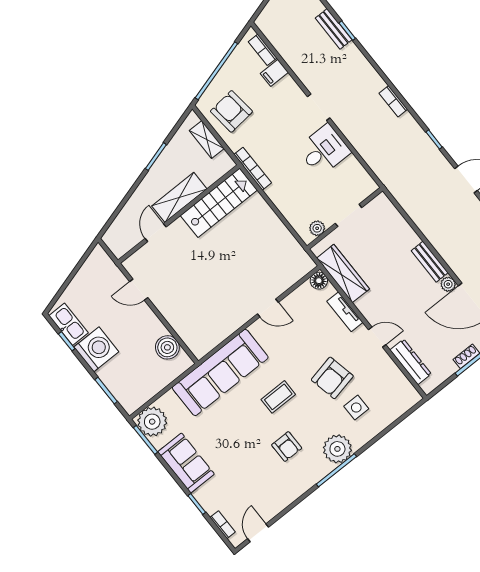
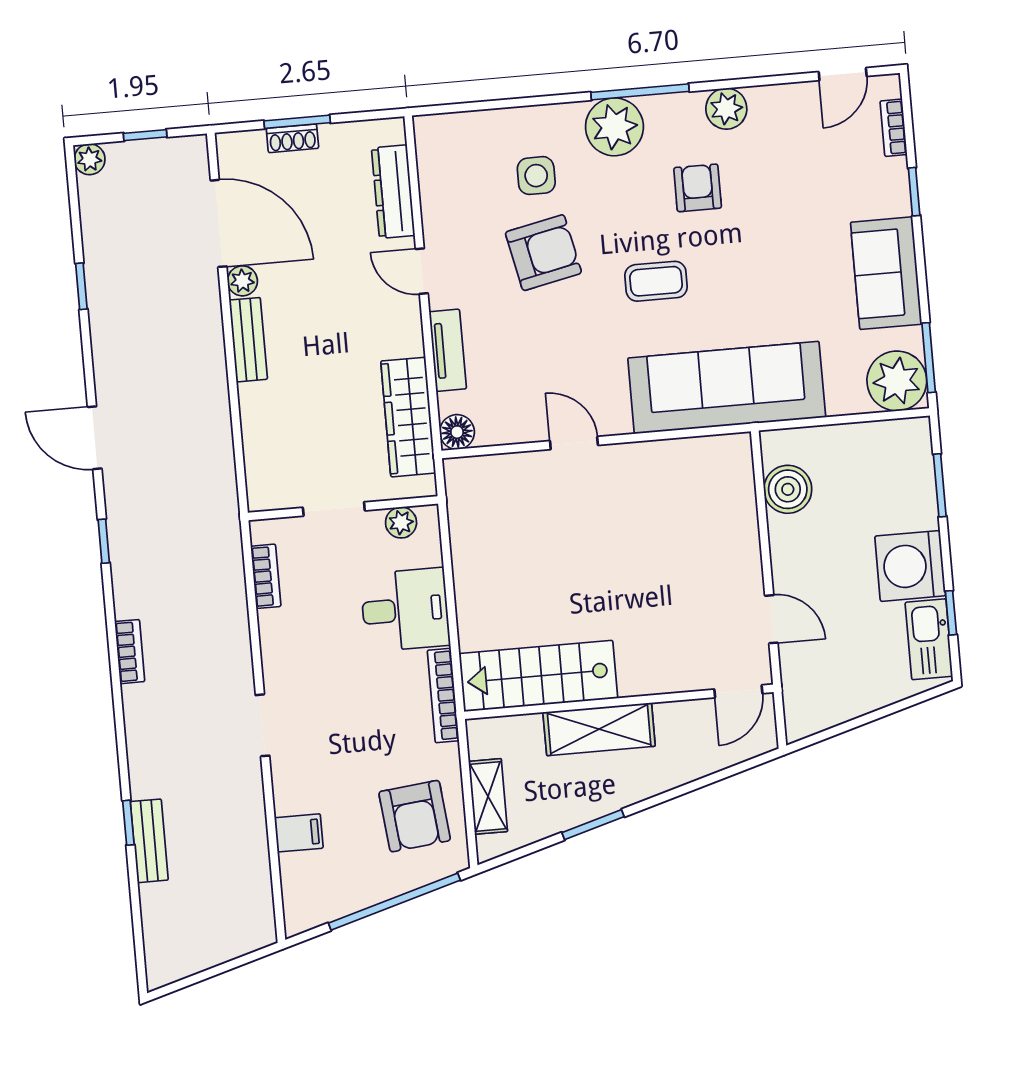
bookcase: (263, 50) -> (266, 576), moved
desk: (324, 150) -> (405, 610), moved, turned 180
door: (156, 233) -> (738, 691), moved
plant: (296, 487) -> (726, 109), added

